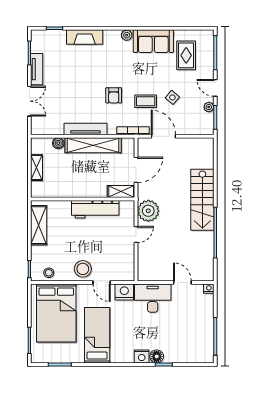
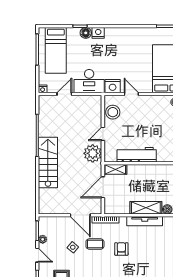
shelving: (93, 145) -> (146, 208), width x0.68
stool: (83, 269) -> (113, 112), moved
door: (182, 282) -> (64, 94), swing flipped
bed: (97, 335) -> (56, 50), moved

